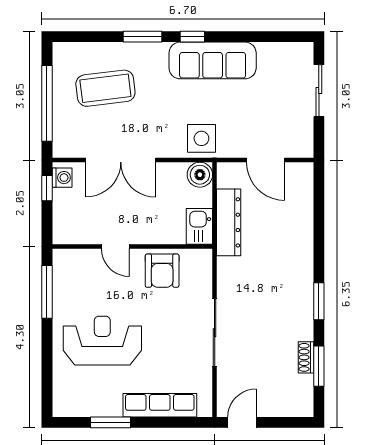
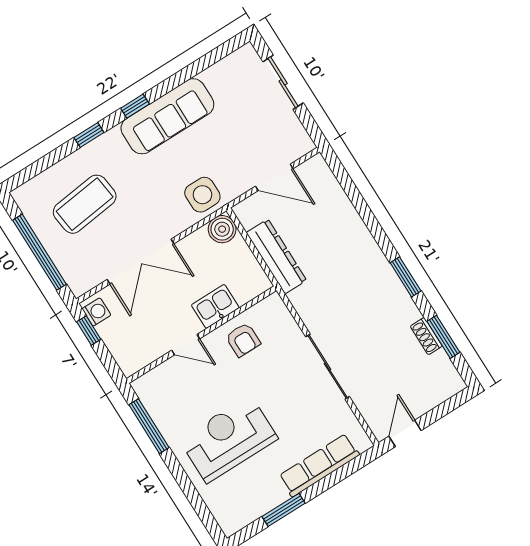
window: (143, 37) -> (89, 135), width x0.67
kitchen sink: (199, 226) -> (215, 306), moved, turned 90
armchair: (162, 271) -> (243, 340), width x0.72, depth x0.72

